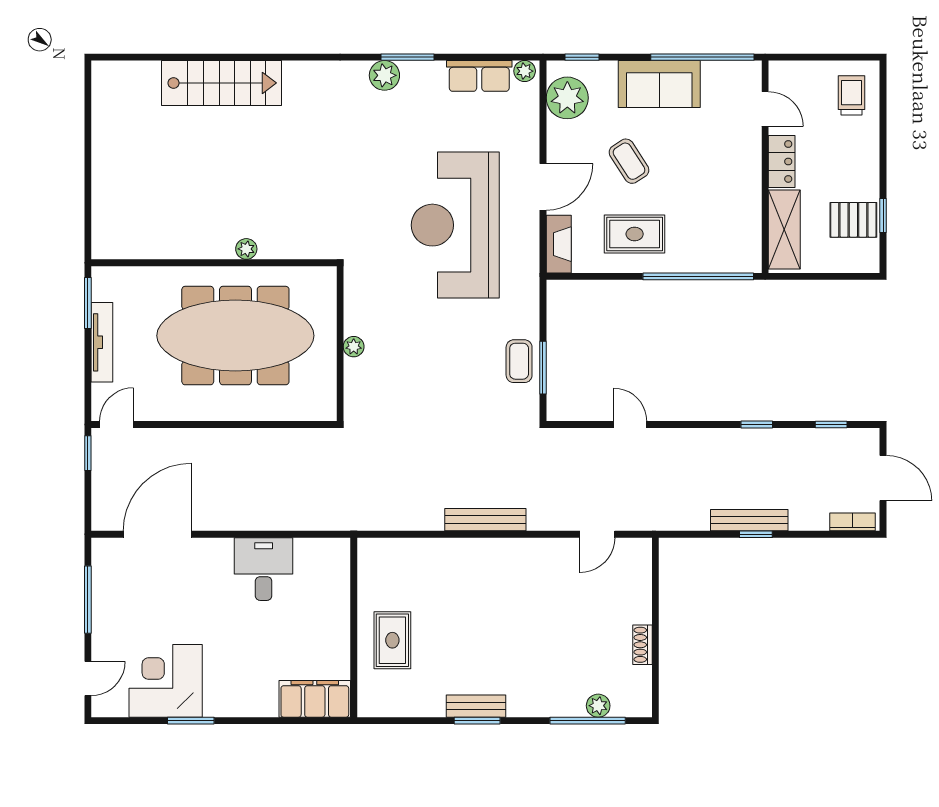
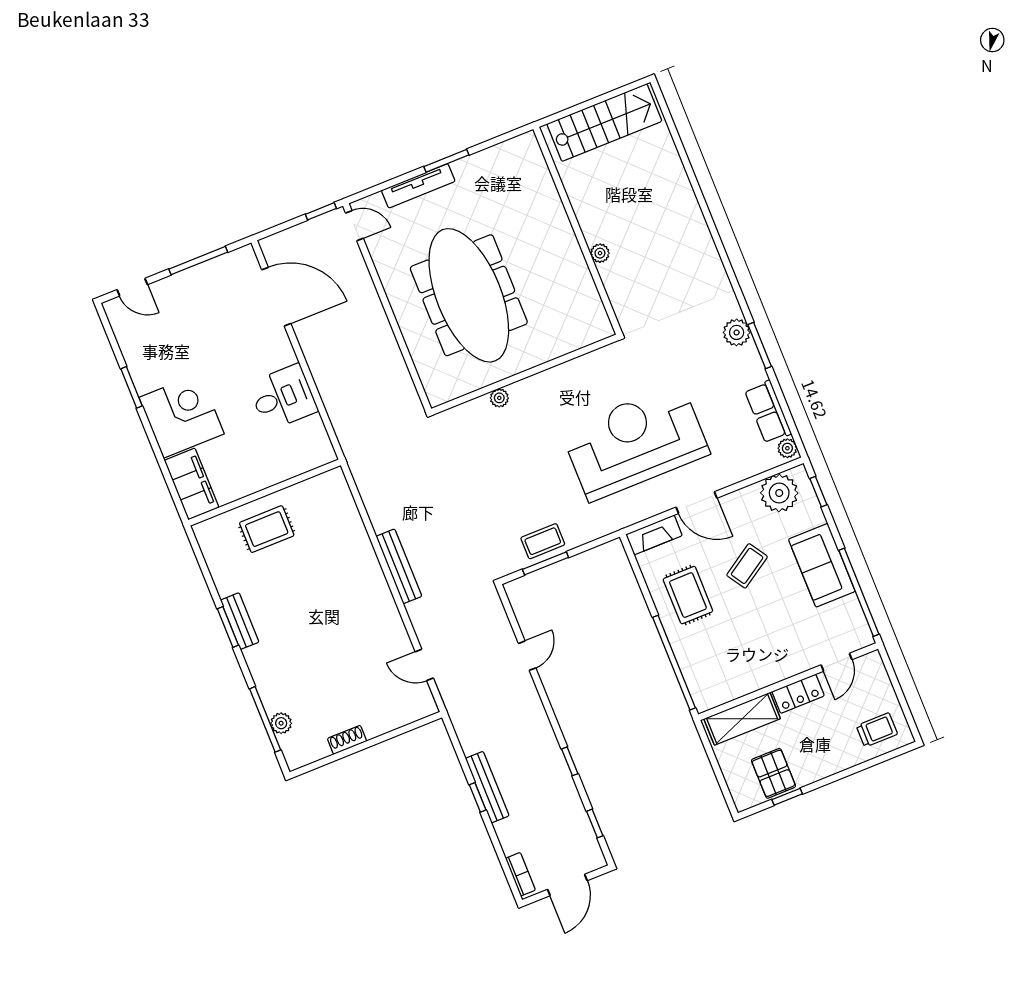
stairs: (222, 83) -> (604, 123), moved, turned -90
plant: (246, 249) -> (600, 253), moved
wall: (214, 263) -> (578, 231), moved
corner desk: (166, 681) -> (182, 416), moved

